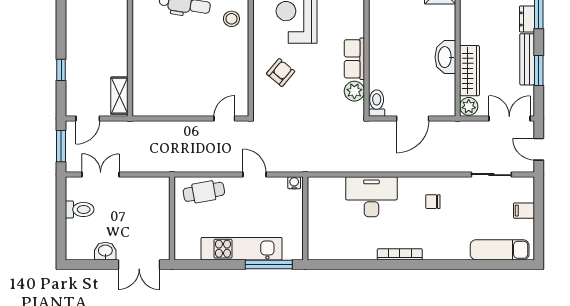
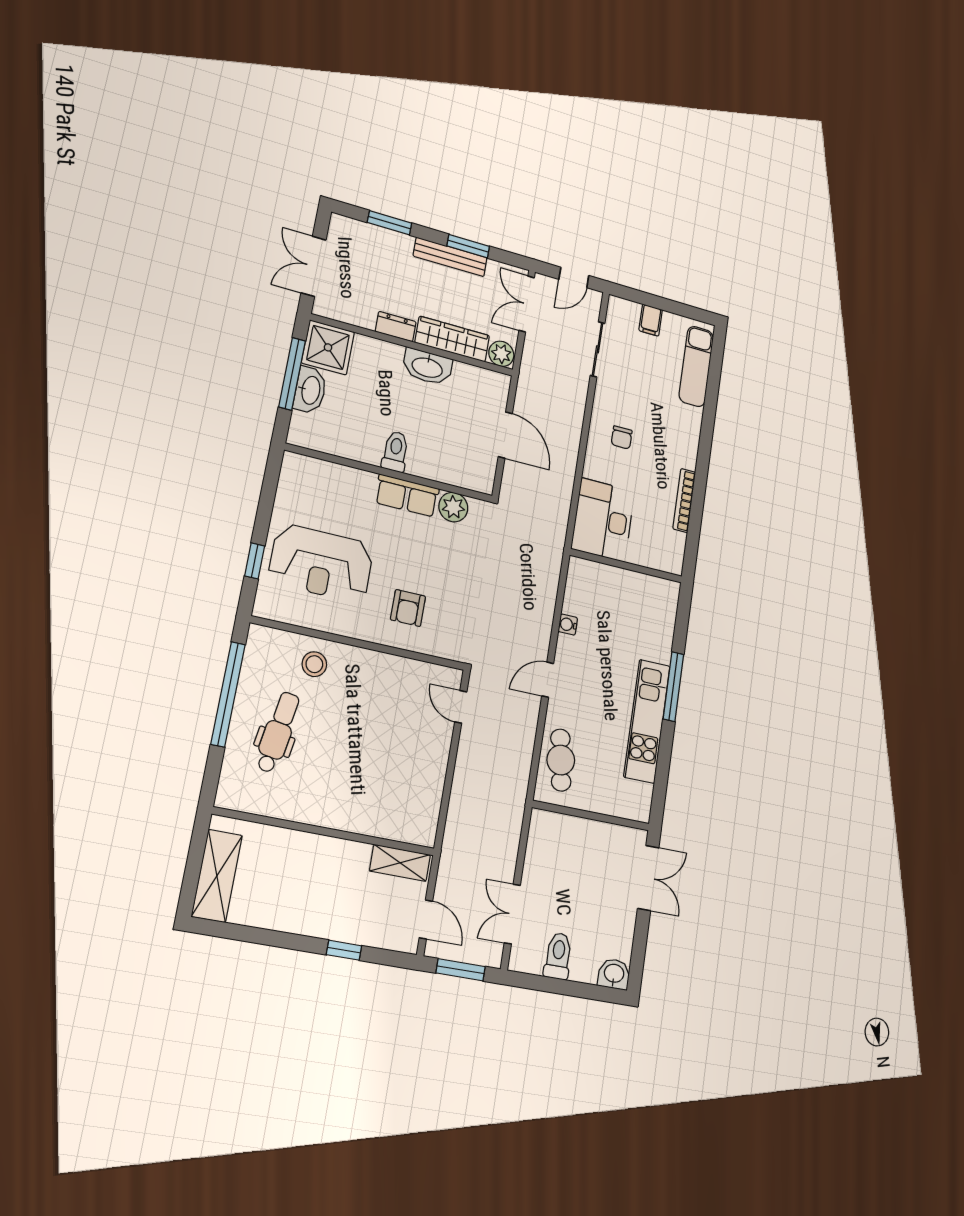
dresser: (527, 19) -> (396, 327), moved, turned 180
armchair: (281, 73) -> (408, 608), turned -130
toilet: (377, 103) -> (395, 451), moved, turned 90
wall: (305, 218) -> (626, 566), moved
washbasin: (105, 251) -> (614, 974), moved, turned 90

